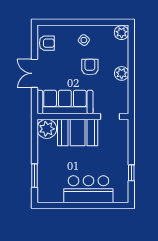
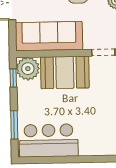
window: (34, 136) -> (13, 78), added
bar counter: (88, 189) -> (49, 140), moved

